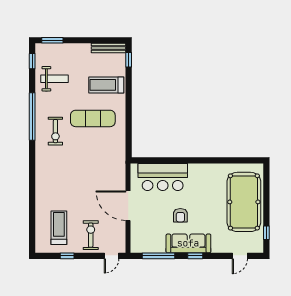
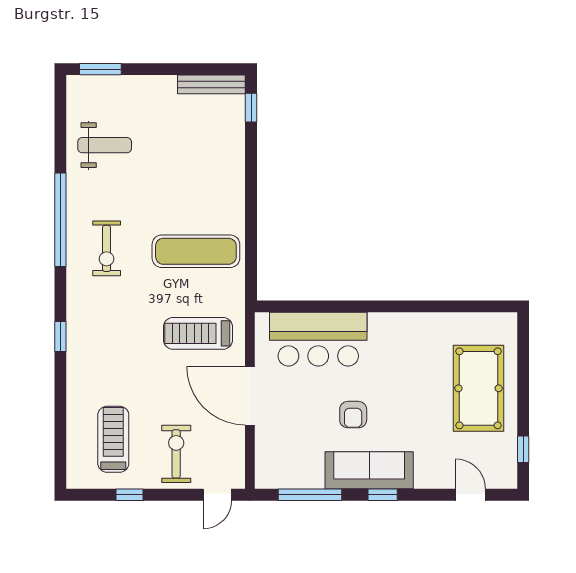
window: (32, 61) -> (60, 337), moved
treadmill: (106, 85) -> (198, 333), moved
exercise mat: (93, 118) -> (196, 251), moved
pool table: (244, 202) -> (479, 388), width x0.73, depth x0.76
door: (240, 256) -> (471, 495), swing flipped

